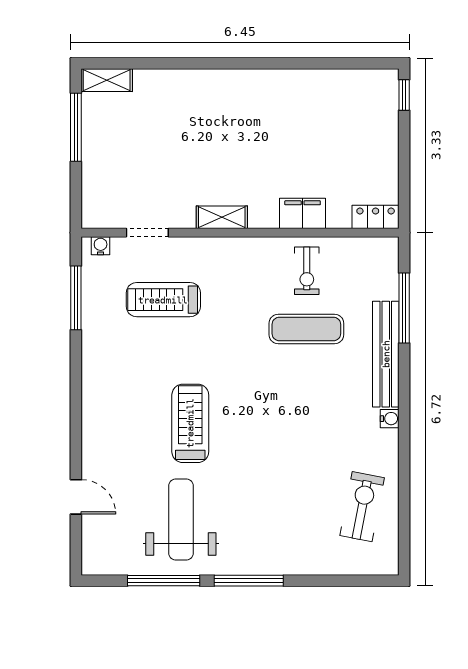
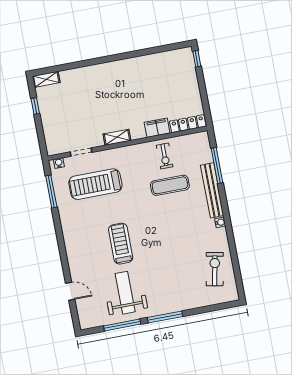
window: (76, 127) -> (35, 106), width x0.46
locker: (376, 217) -> (188, 124), width x1.53
treadmill: (163, 300) -> (95, 184), width x1.37, depth x1.38

